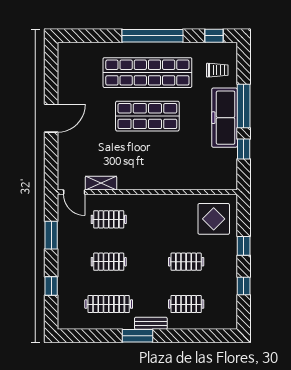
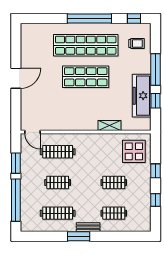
freezer: (225, 118) -> (142, 96), moved
shelving: (101, 183) -> (109, 125), moved
clothes rail: (109, 219) -> (58, 152), width x1.36
window: (51, 286) -> (16, 200), width x3.17

